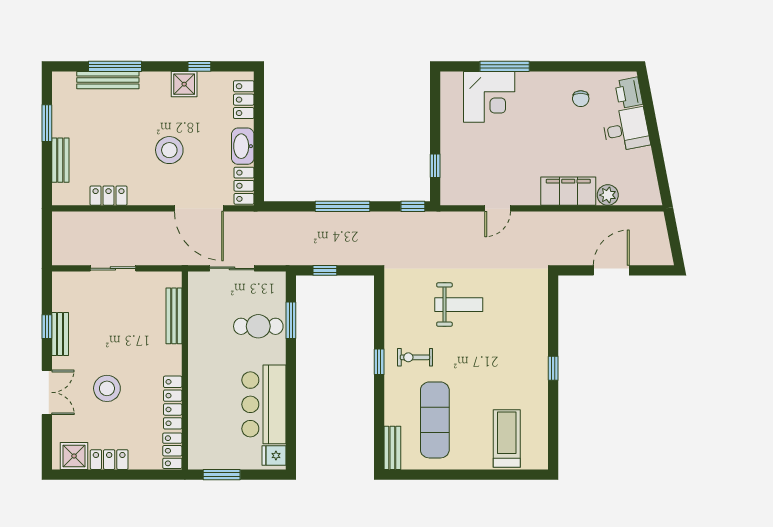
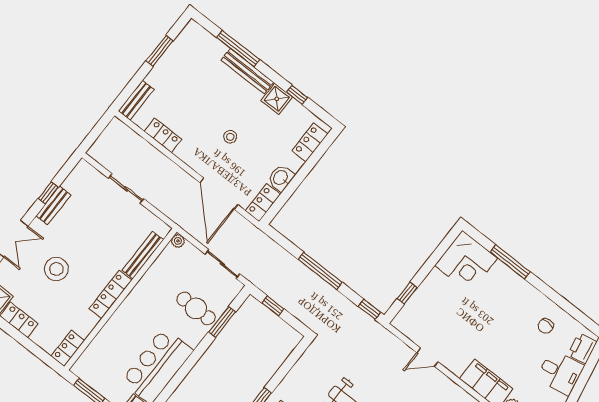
bench: (108, 80) -> (247, 71), moved
corner desk: (489, 97) -> (466, 262), moved
washbasin: (243, 146) -> (281, 178), width x0.72
stool: (169, 150) -> (230, 137), width x0.53, depth x0.53
bench: (60, 160) -> (136, 100), moved
sliding door: (232, 268) -> (222, 264), moved
plant: (195, 279) -> (178, 241), added
locker: (173, 403) -> (111, 294), moved

